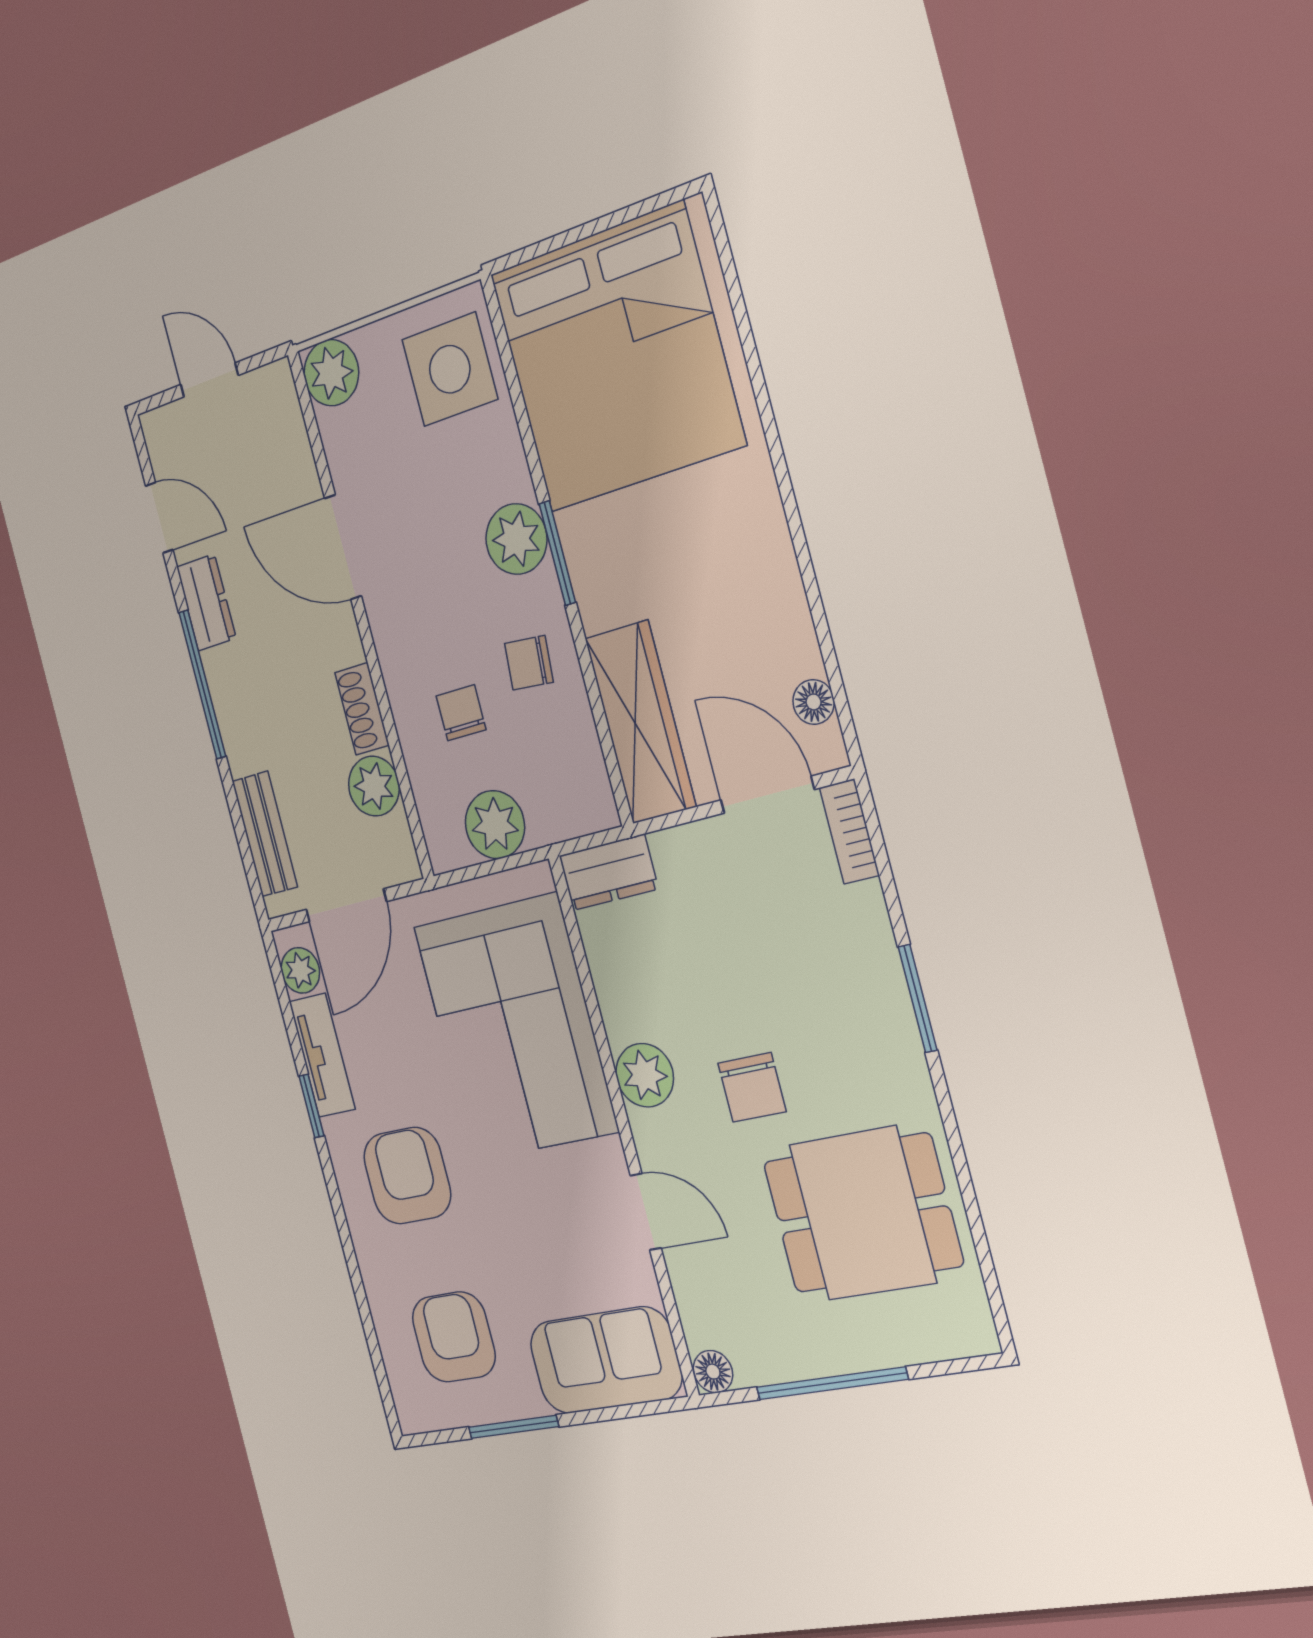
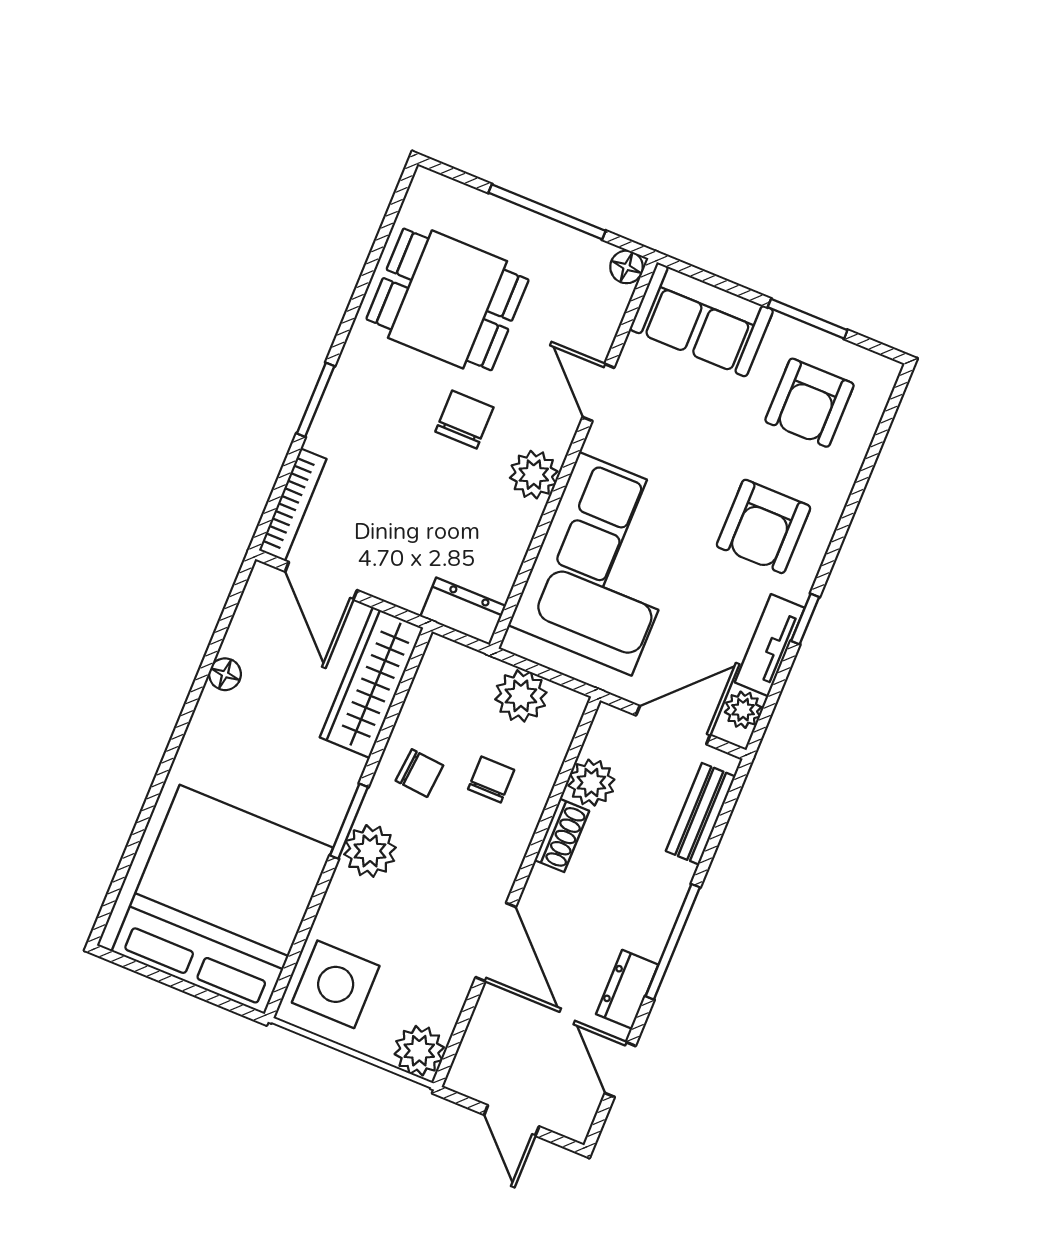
floor lamp: (814, 702) -> (225, 674), moved
chair: (461, 713) -> (491, 780), turned 180
bookcase: (849, 831) -> (293, 505), width x1.56

